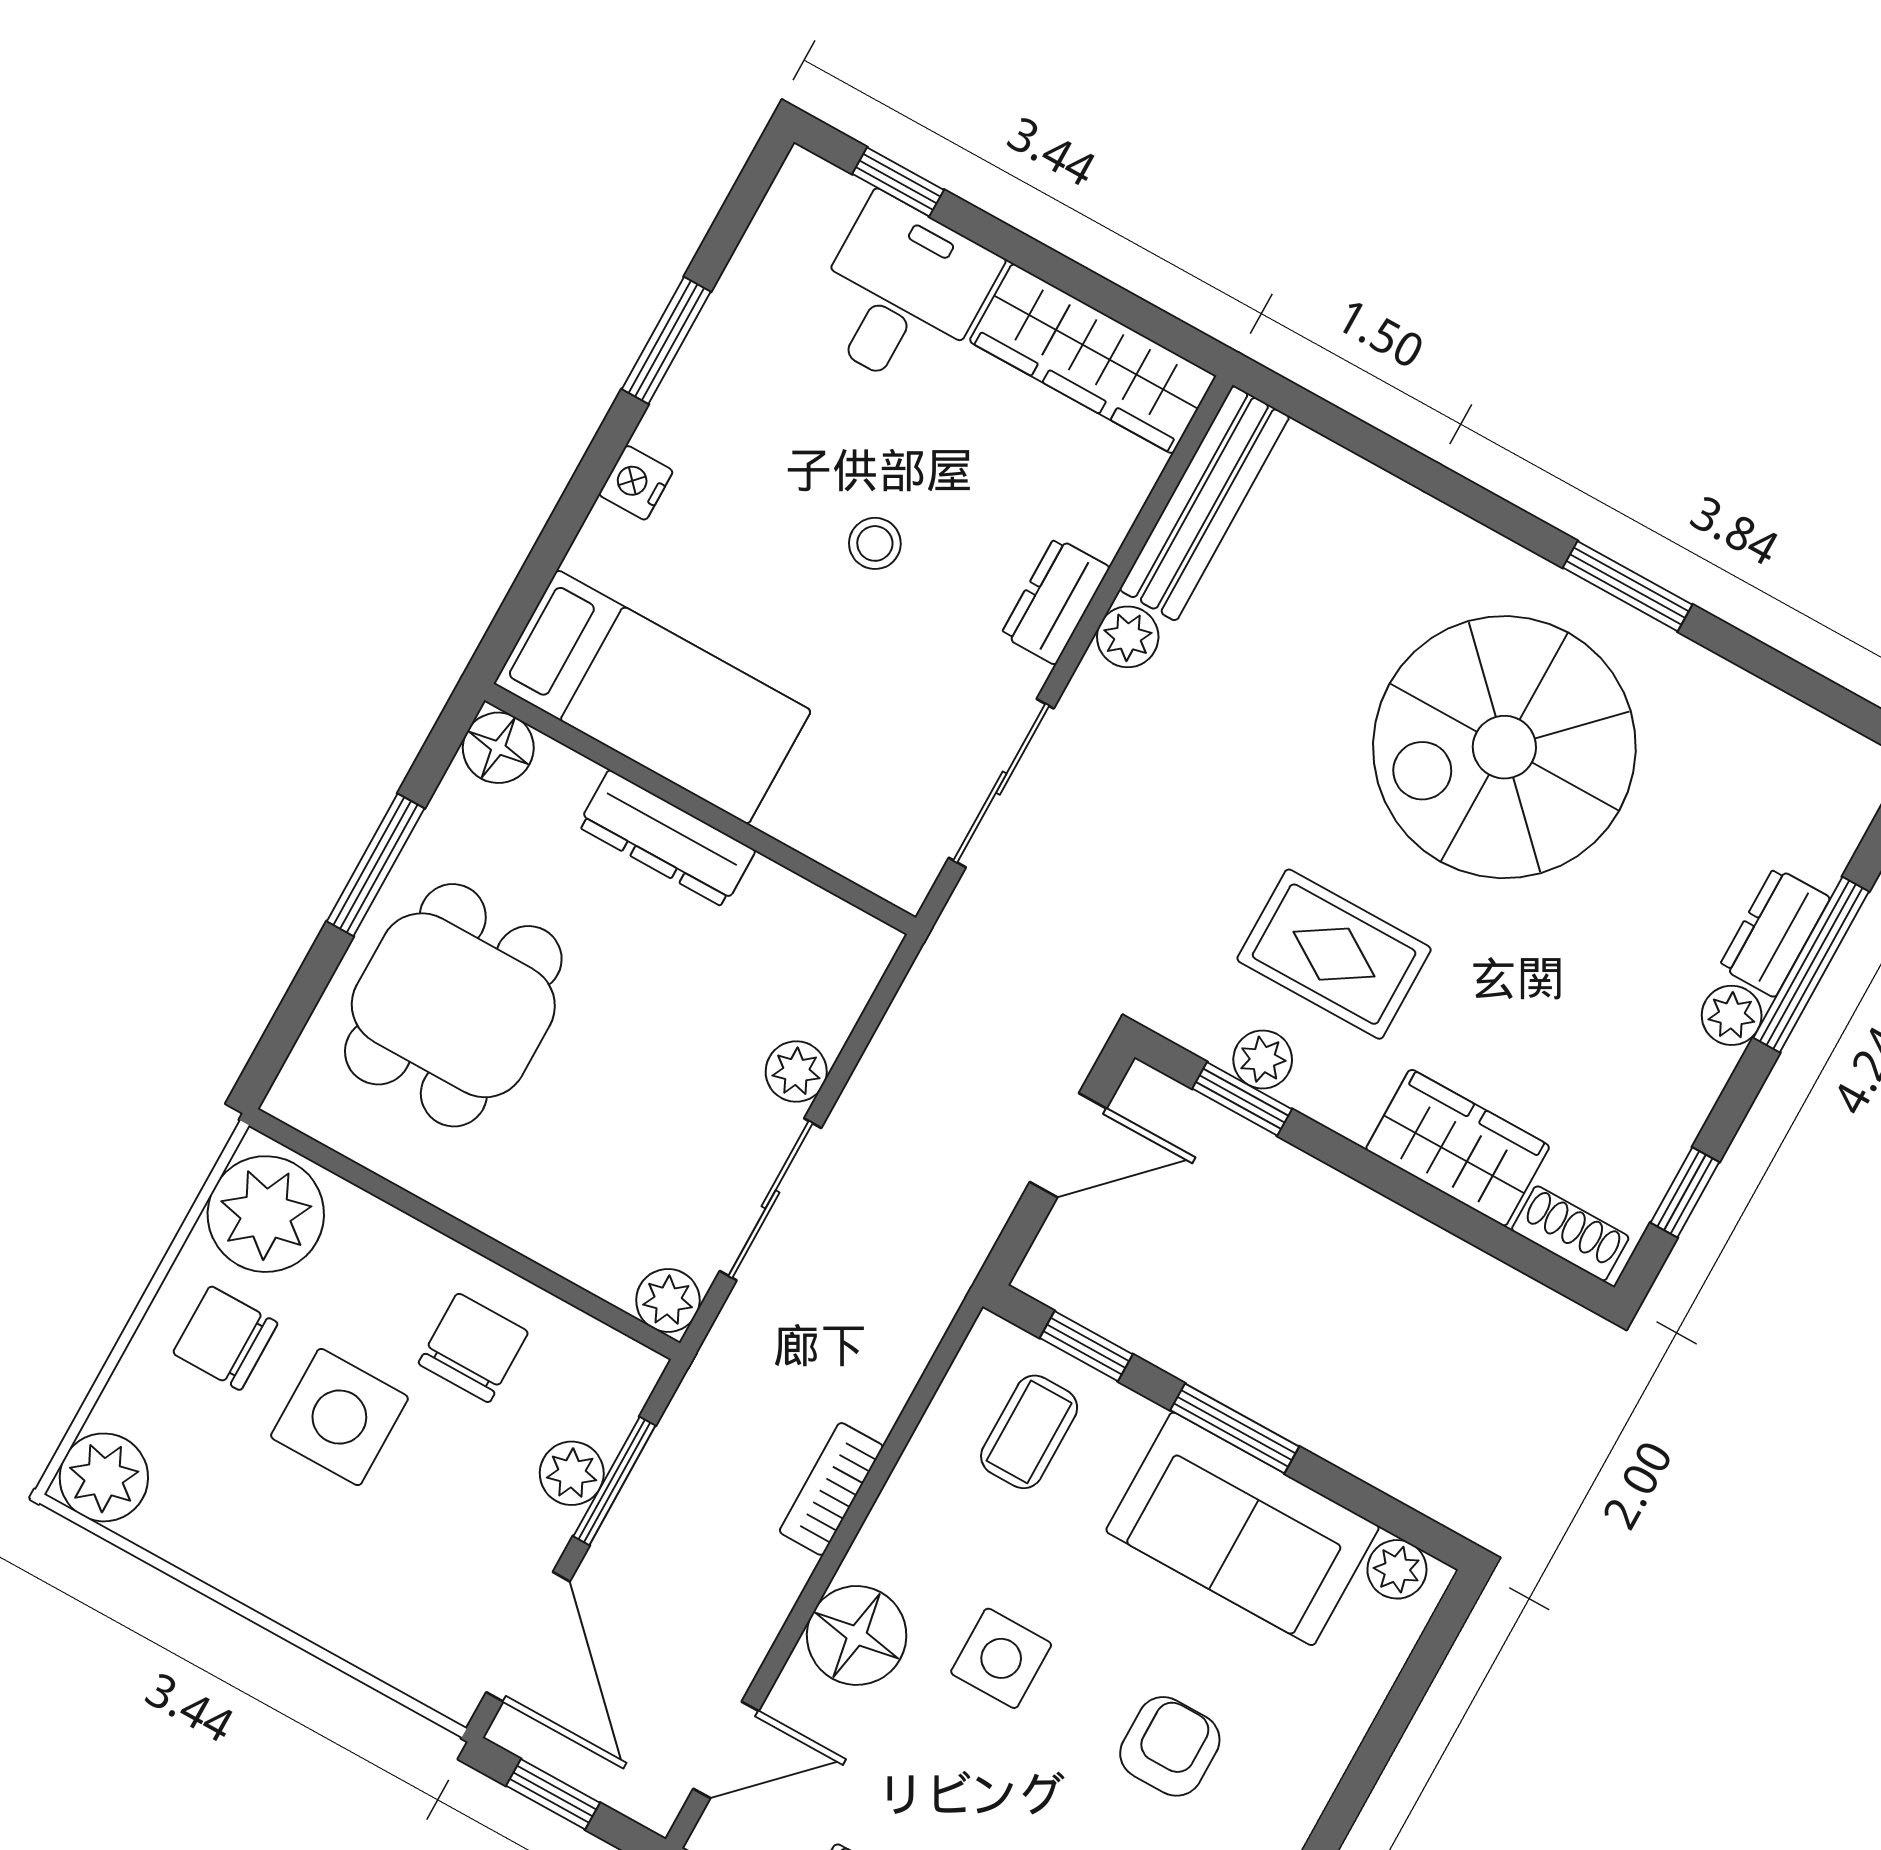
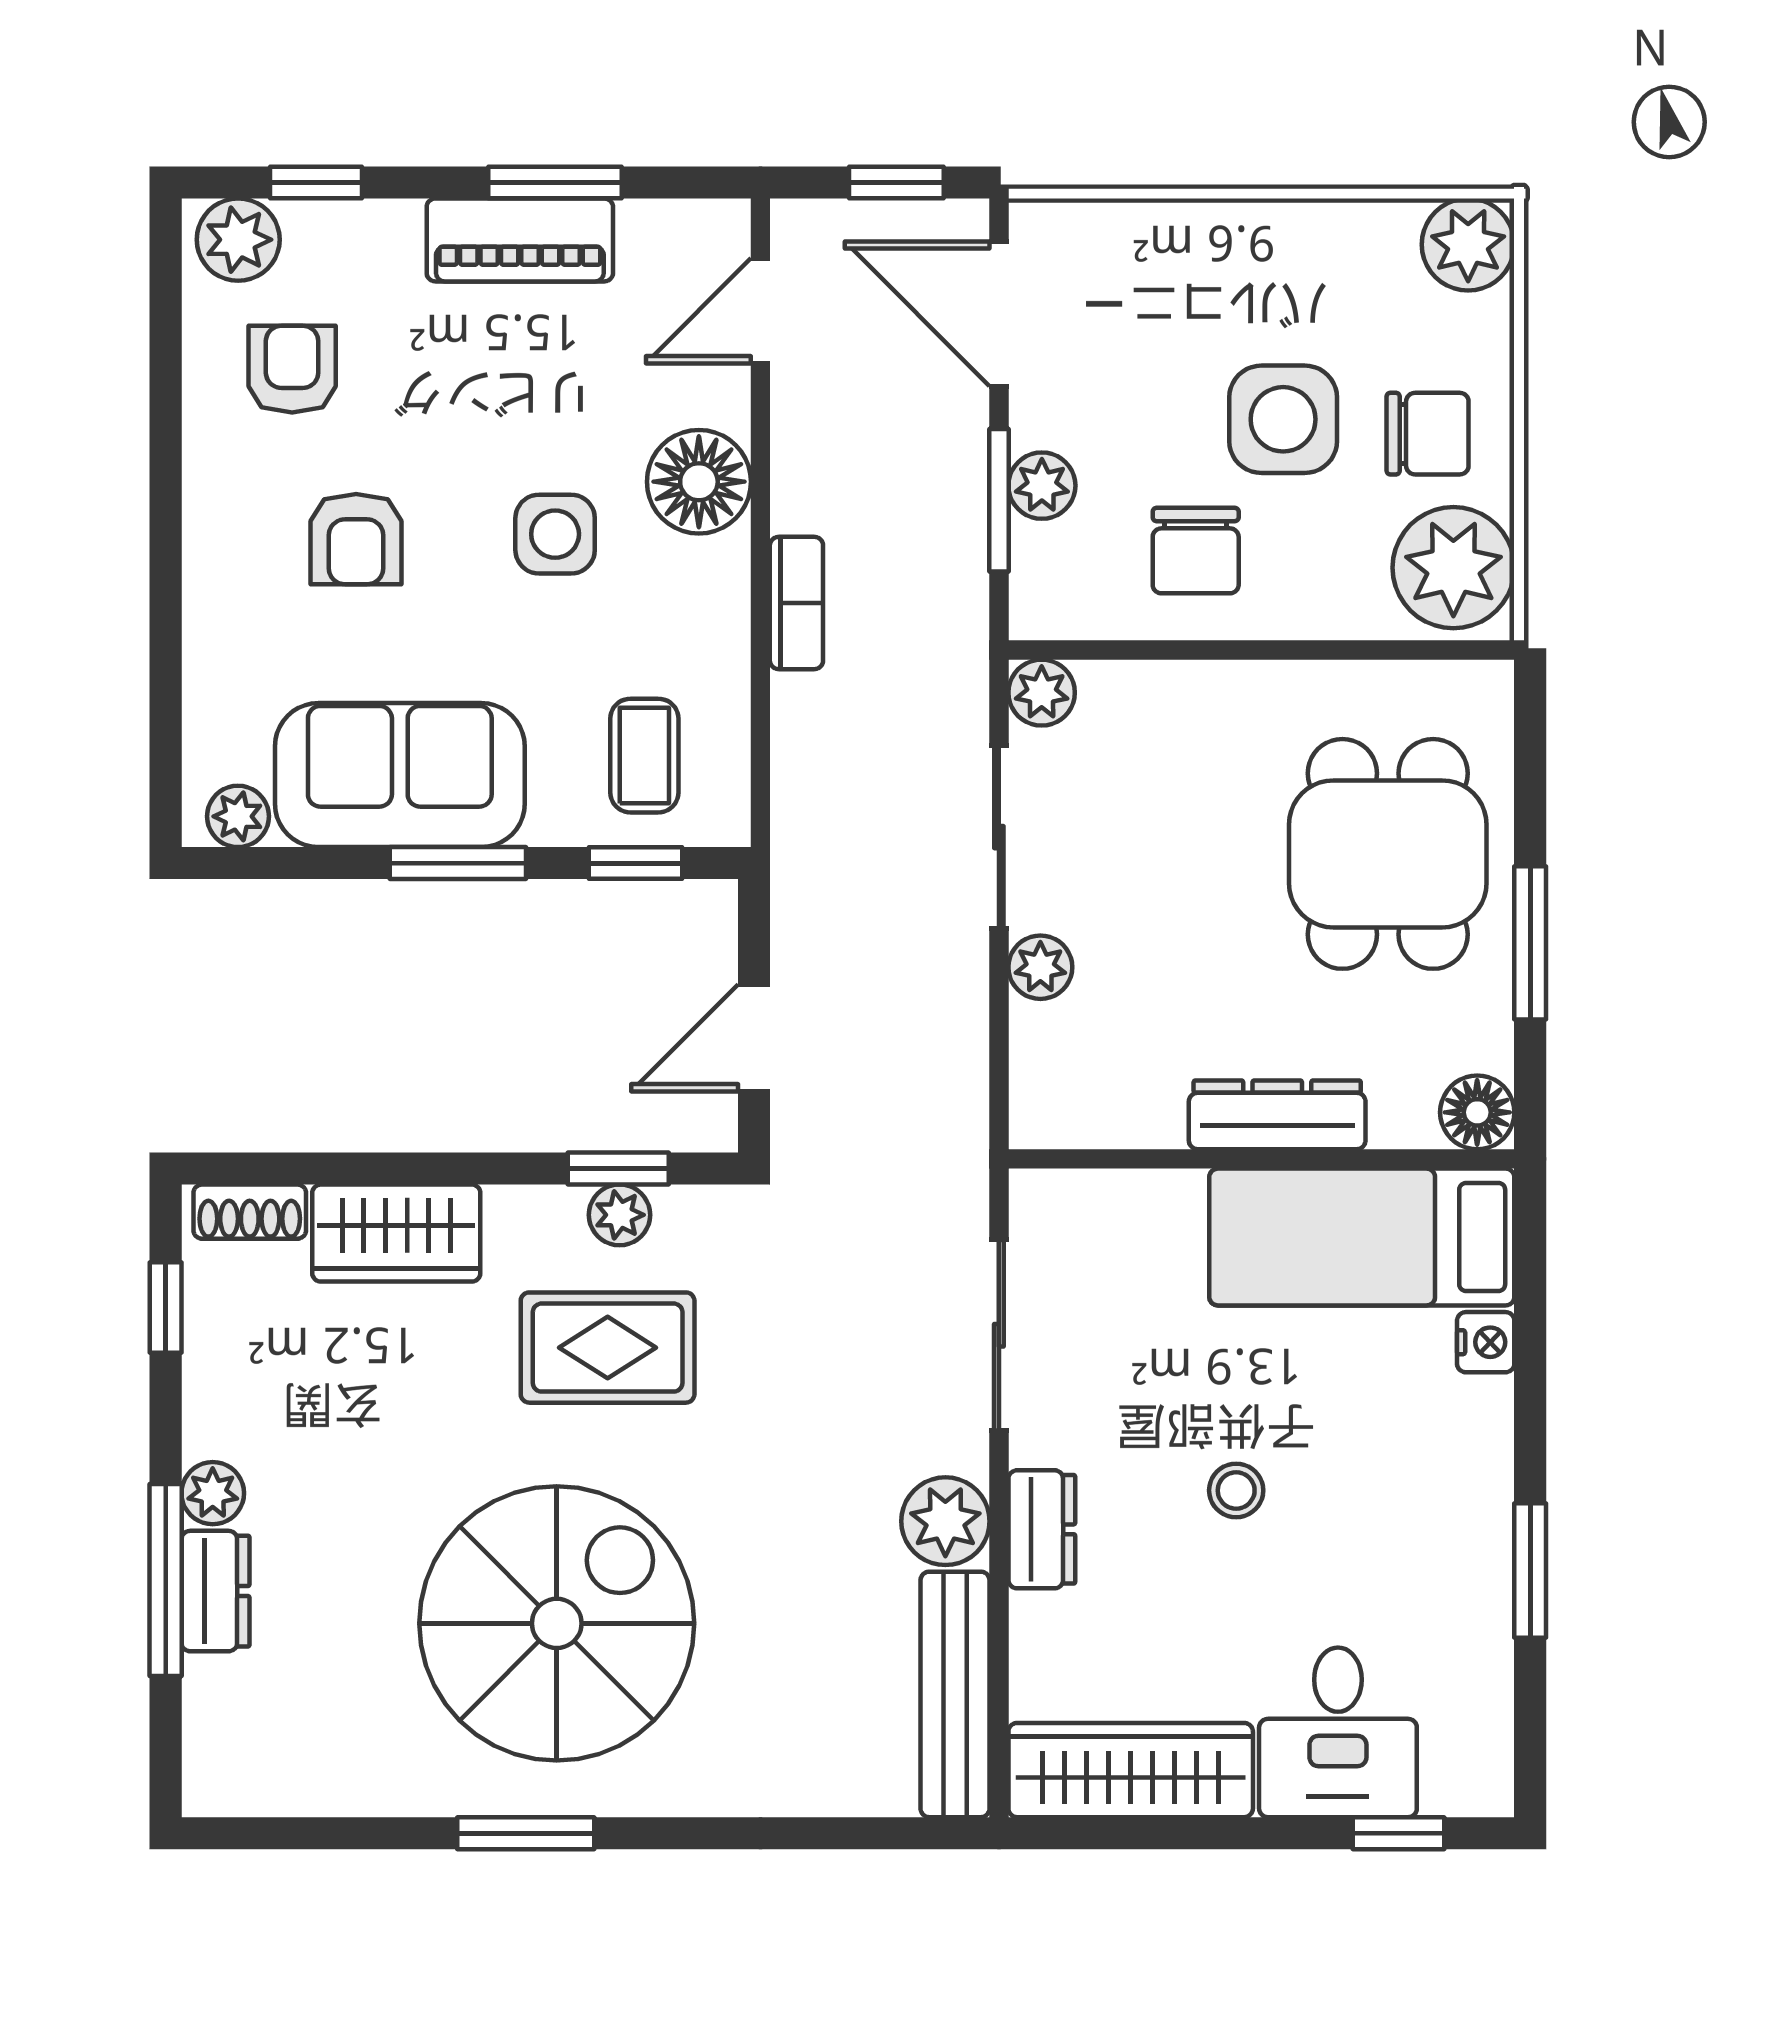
nightstand: (636, 483) -> (1486, 1342), moved
plant: (1128, 637) -> (945, 1521), width x1.38, depth x1.38

